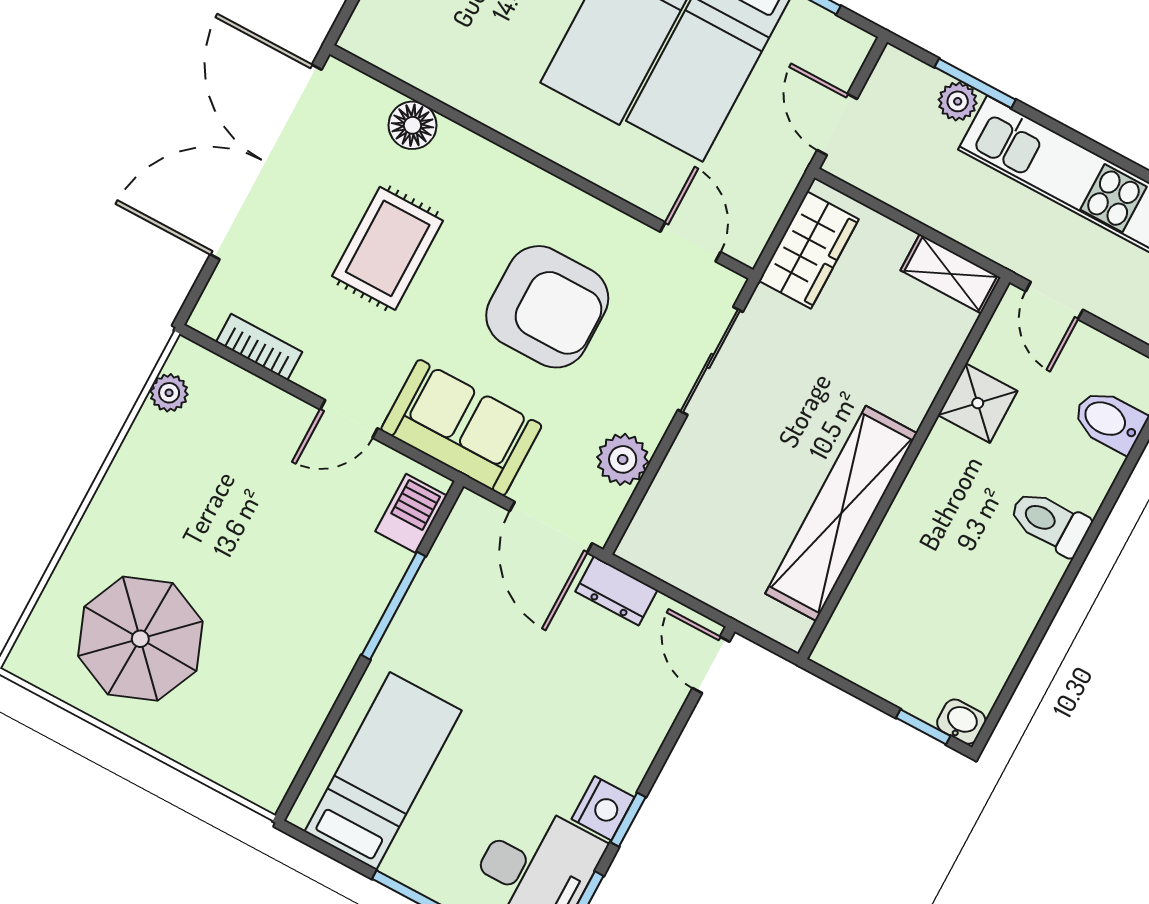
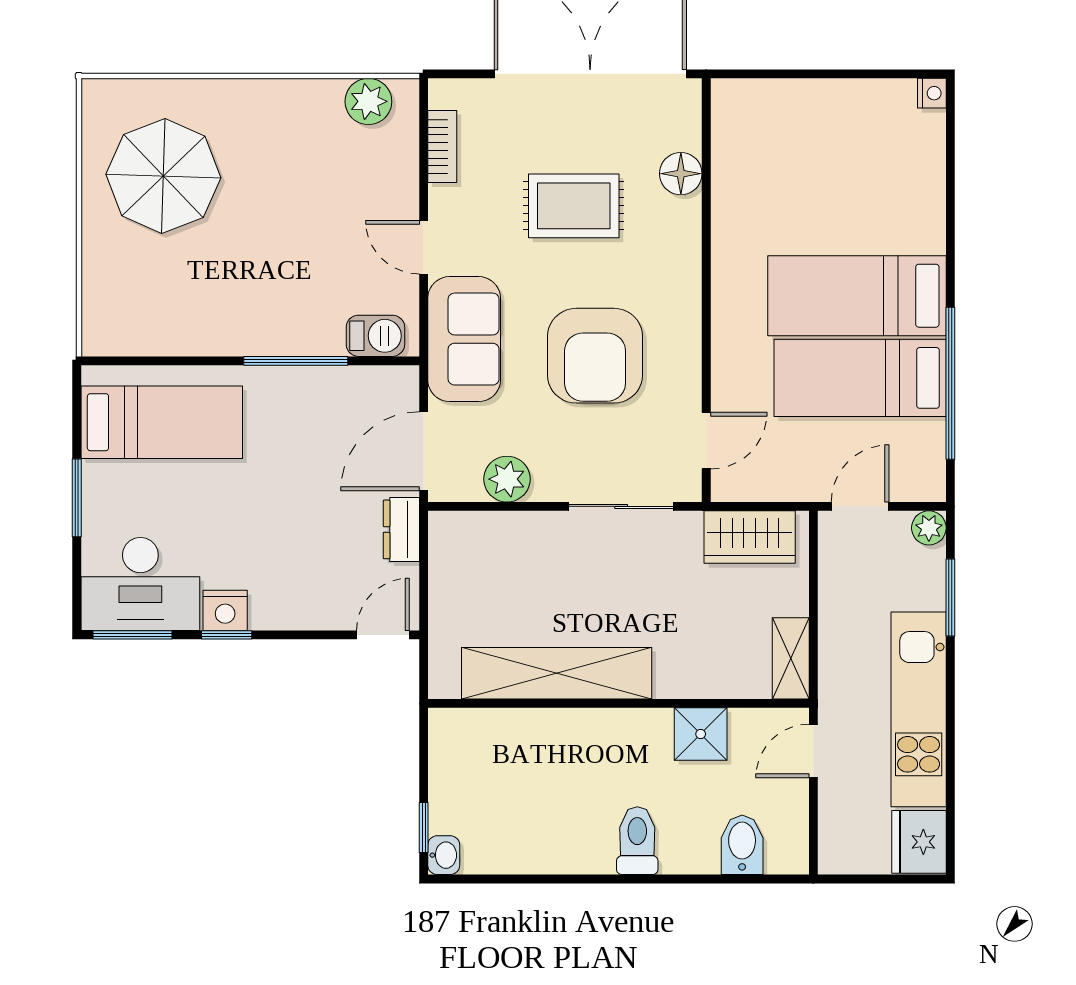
plant: (958, 101) -> (929, 528), moved
plant: (169, 393) -> (368, 101), width x1.38, depth x1.38

